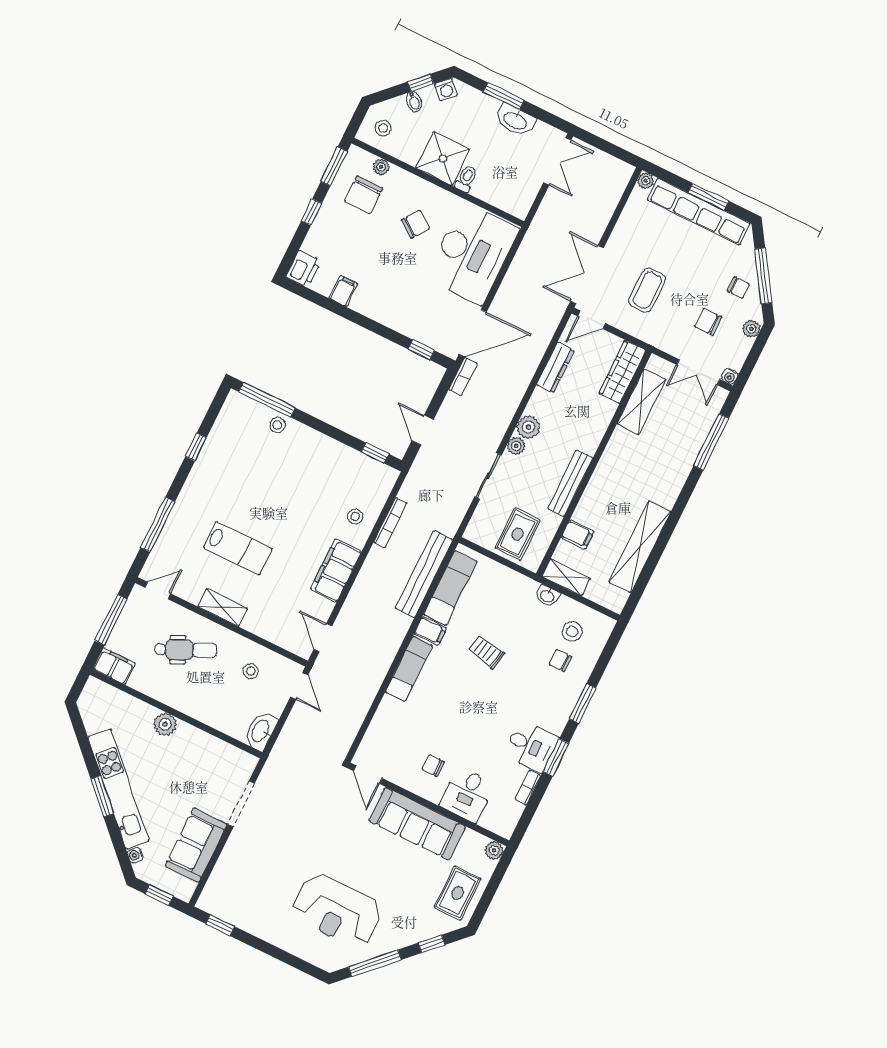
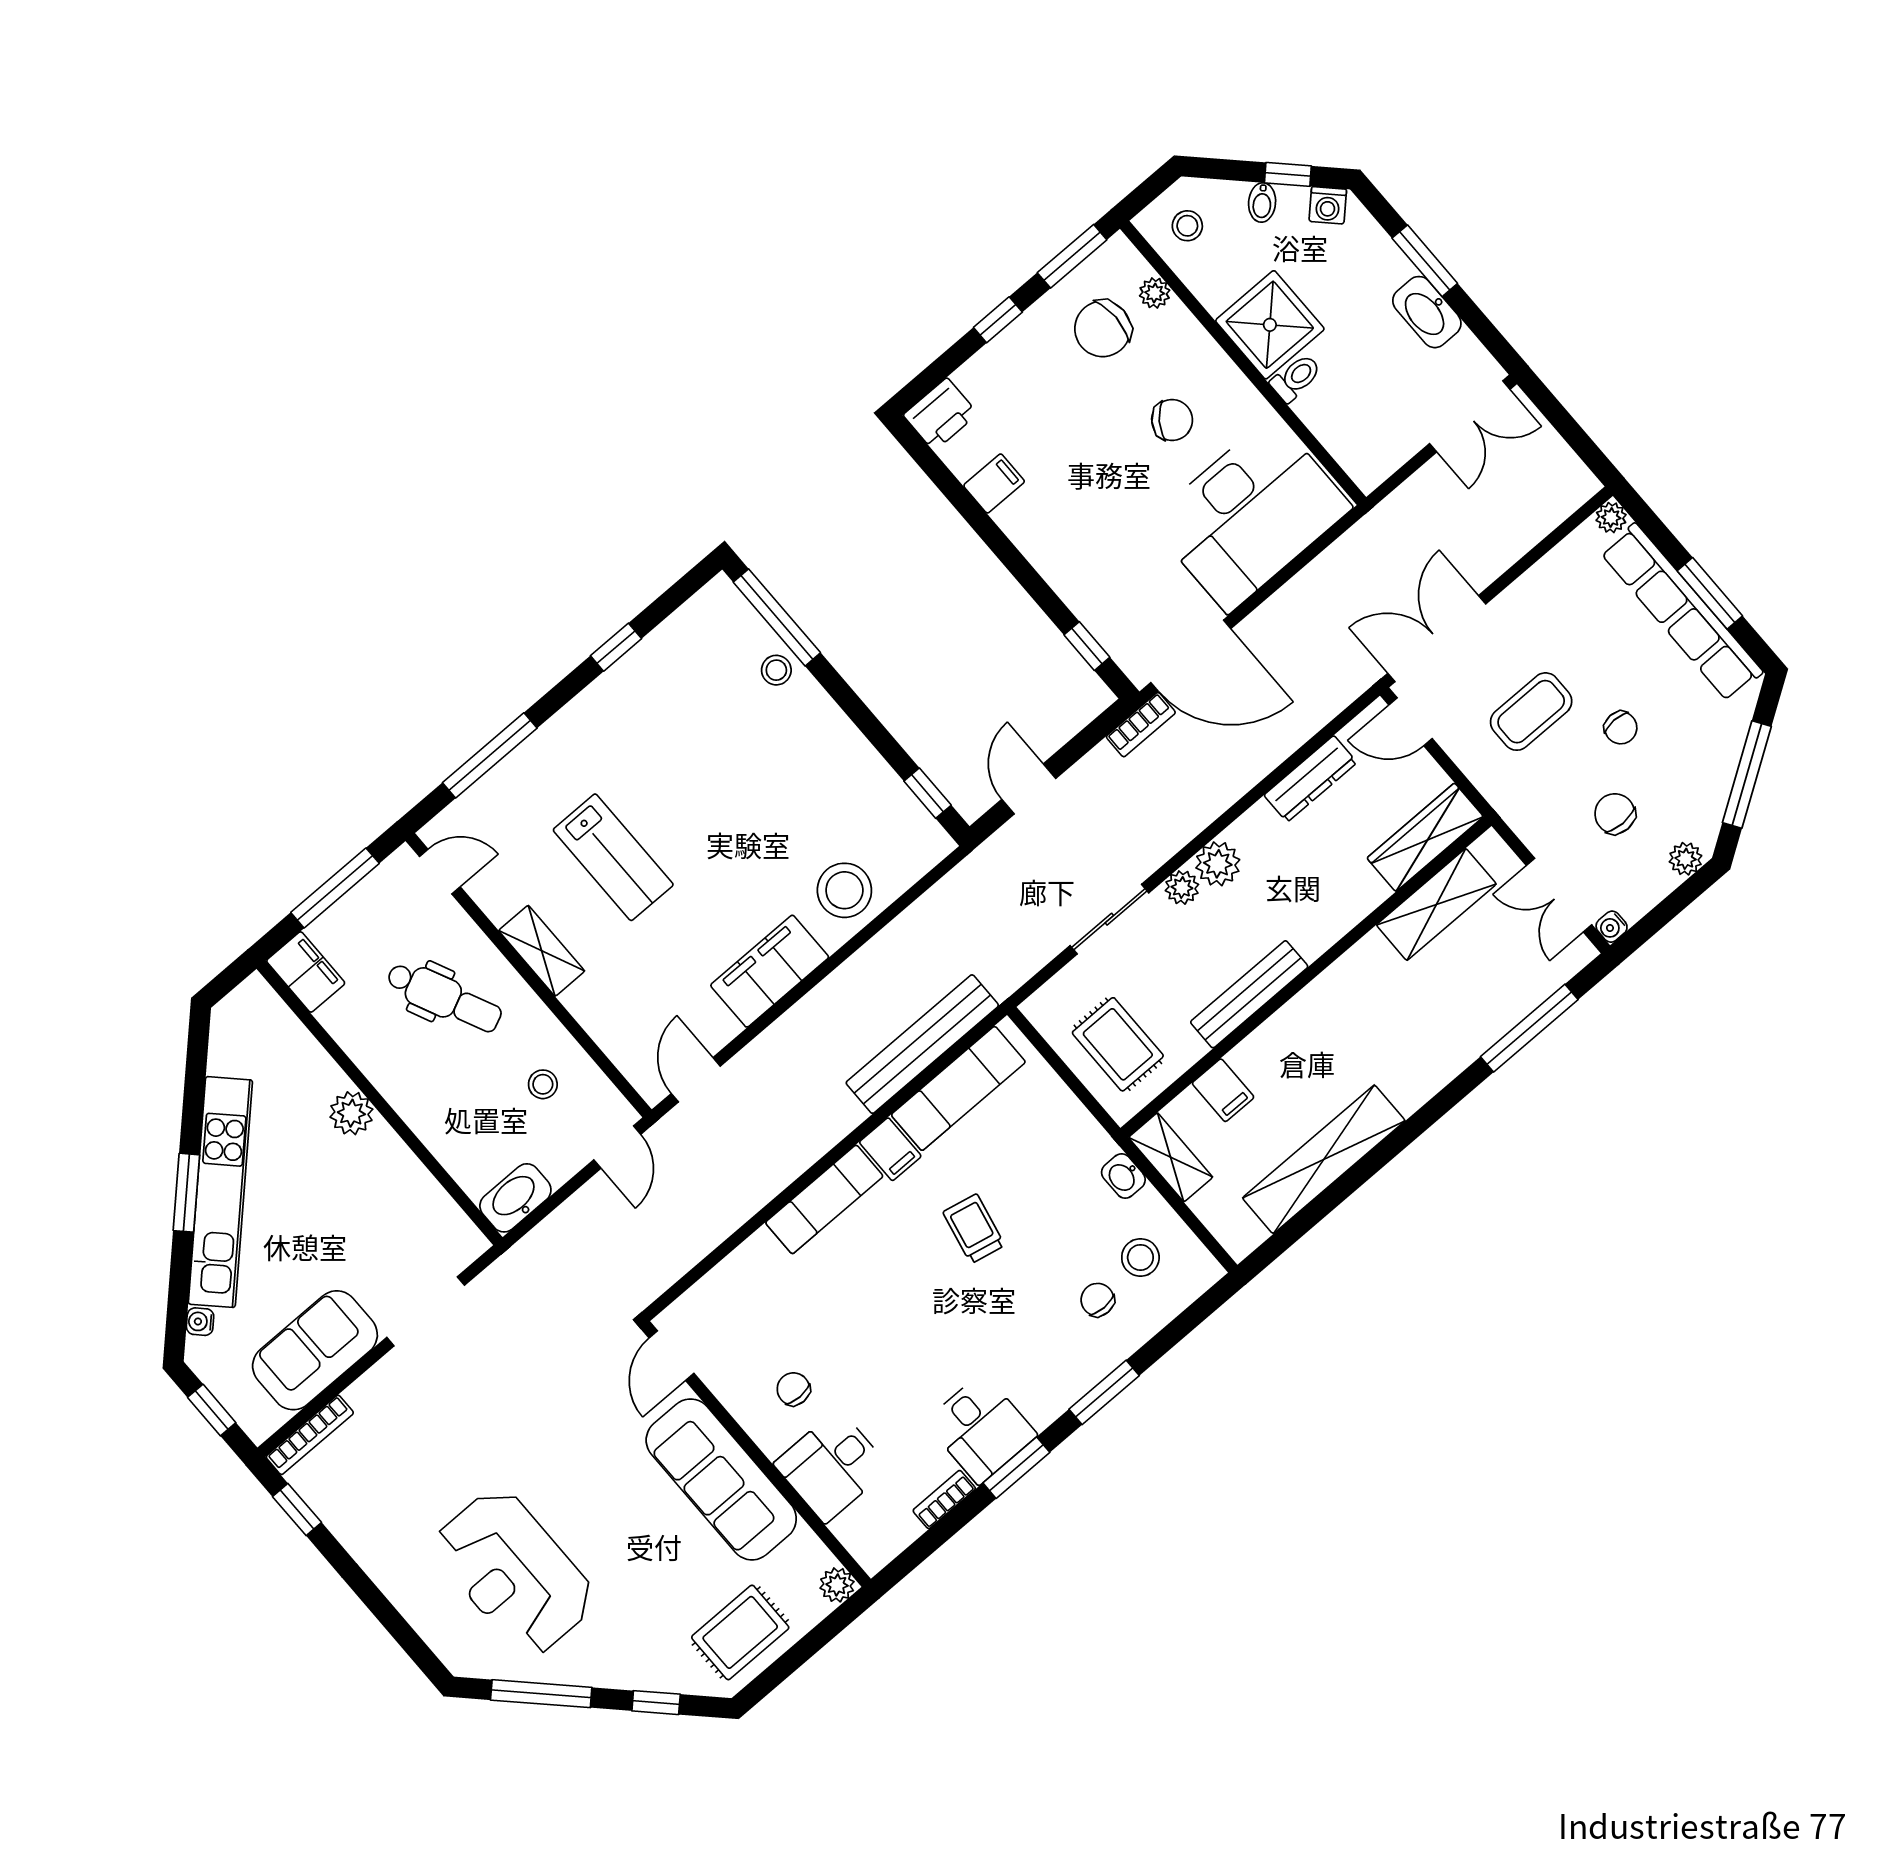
chair: (738, 287) -> (1621, 728), moved
stool: (355, 516) -> (844, 890), width x1.89, depth x1.89
bookcase: (390, 523) -> (310, 1435), moved
rug: (518, 534) -> (1118, 1044), turned 90

